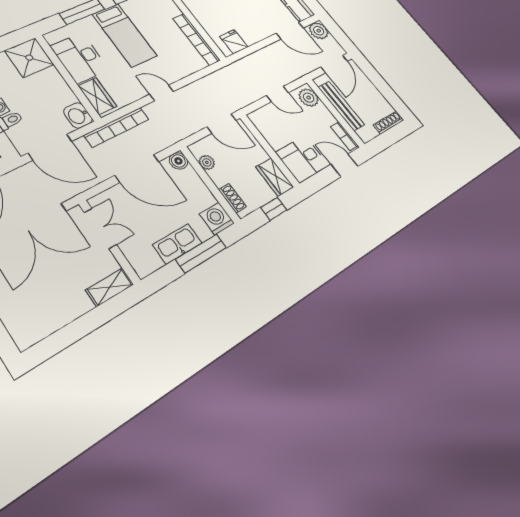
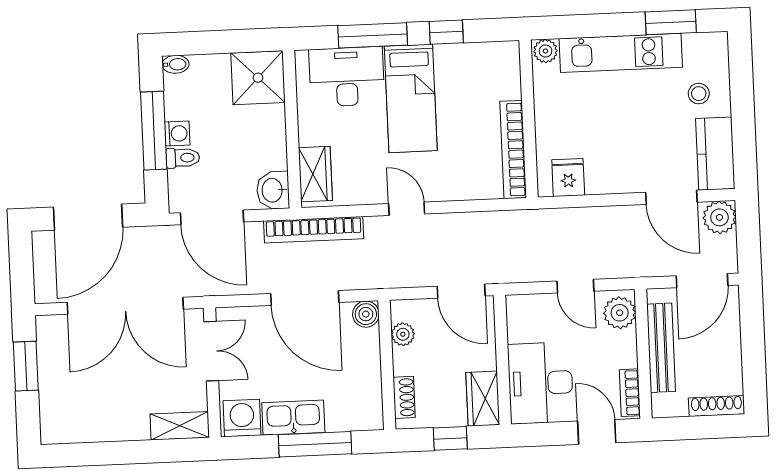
desk: (80, 58) -> (347, 77), moved, turned 90
desk: (302, 159) -> (541, 383), width x1.37
washing machine: (217, 219) -> (242, 418), moved

